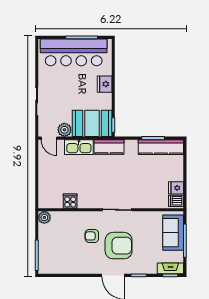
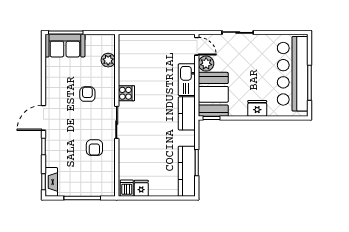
door: (49, 138) -> (197, 46), swing flipped
cooker: (70, 201) -> (126, 93), moved
plant: (44, 217) -> (108, 60), moved
sofa: (173, 233) -> (65, 46), moved, turned 180
armchair: (119, 246) -> (94, 148), moved, width x0.53, depth x0.53

